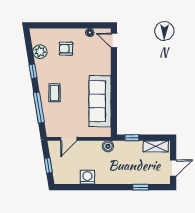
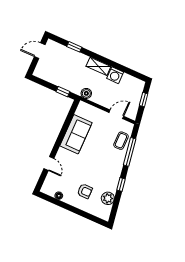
door: (114, 40) -> (49, 164), moved
coffee table: (54, 93) -> (121, 141), moved
sofa: (100, 101) -> (76, 134), width x0.73
shelving: (156, 146) -> (98, 66), moved

